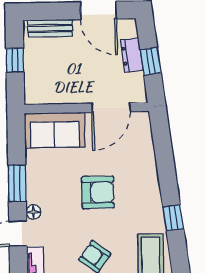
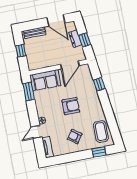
window: (17, 183) -> (29, 92), moved
window: (173, 218) -> (99, 84), moved

